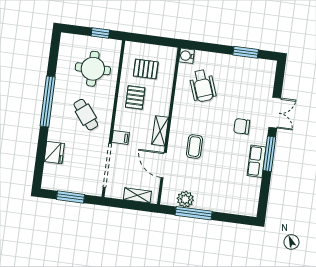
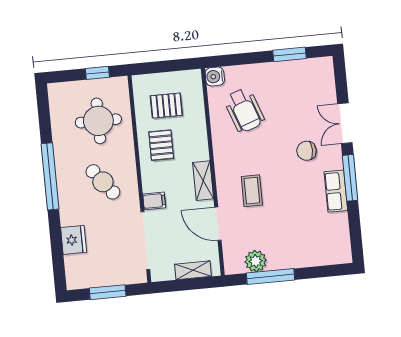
double door: (275, 113) -> (345, 123), swing flipped

